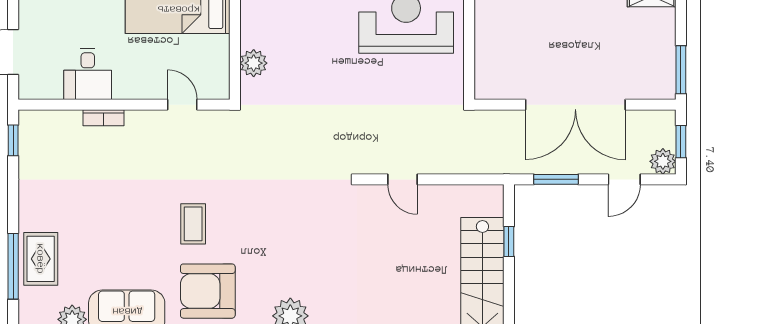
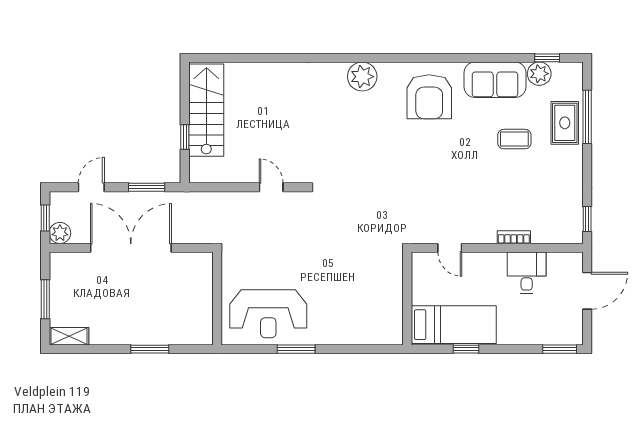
plant: (254, 63) -> (392, 282), removed
window: (681, 70) -> (45, 299), moved
plant: (663, 161) -> (60, 233), moved
coffee table: (193, 224) -> (514, 139), moved, turned 90
armchair: (208, 291) -> (429, 97), turned 90

